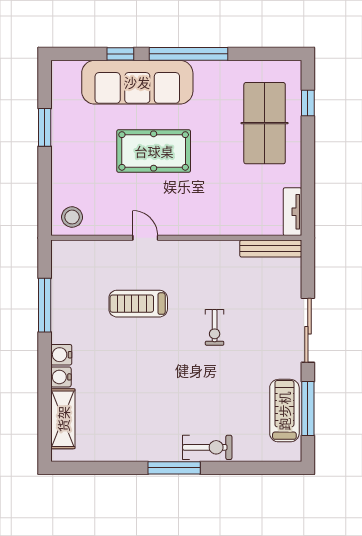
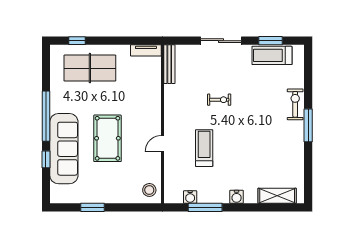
treadmill: (138, 304) -> (204, 148), turned 180
water cooler: (61, 377) -> (190, 197), moved
window: (308, 408) -> (271, 41), width x0.69

